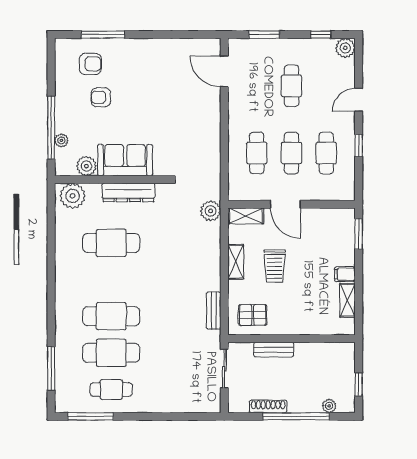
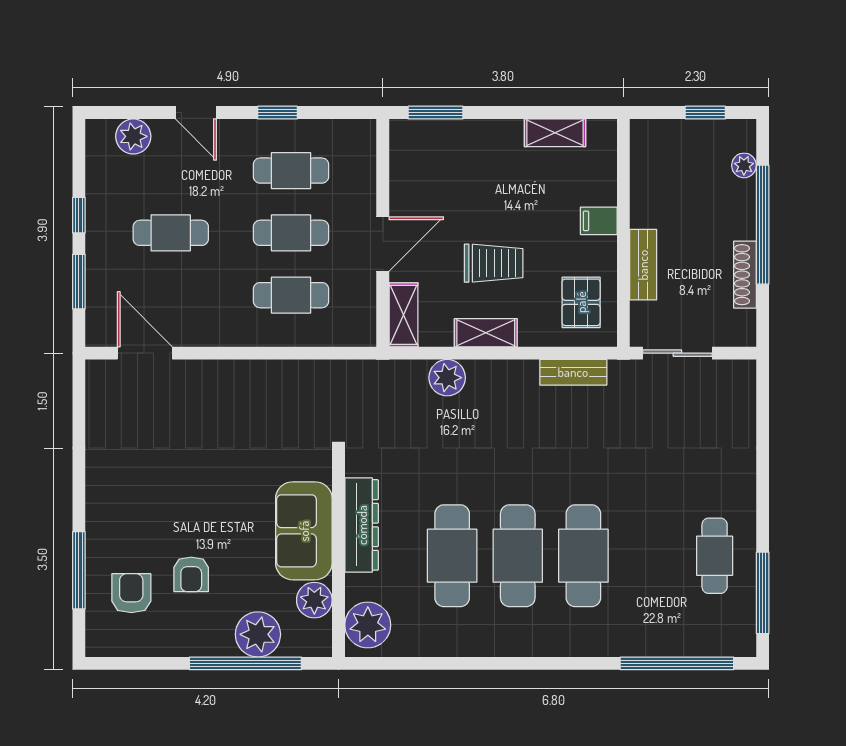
window: (321, 35) -> (79, 215), moved
plant: (345, 48) -> (133, 136), moved
door: (224, 71) -> (145, 353), swing flipped
plant: (61, 140) -> (258, 634), width x1.88, depth x1.88
plant: (211, 211) -> (447, 378), moved
filing cabinet: (345, 274) -> (599, 221), moved, turned 90
cafe table: (111, 353) -> (518, 556), moved
window: (51, 368) -> (677, 663), width x1.46

